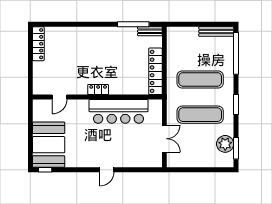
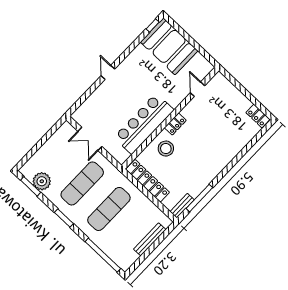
bench: (216, 31) -> (150, 239), moved
locker: (38, 44) -> (258, 116), width x0.66
stool: (121, 80) -> (166, 149), added

